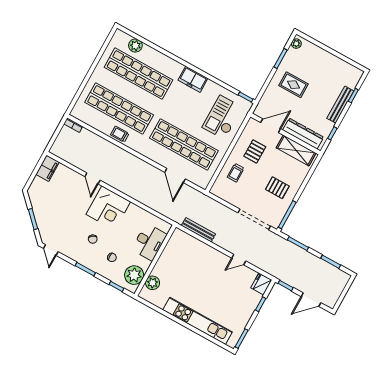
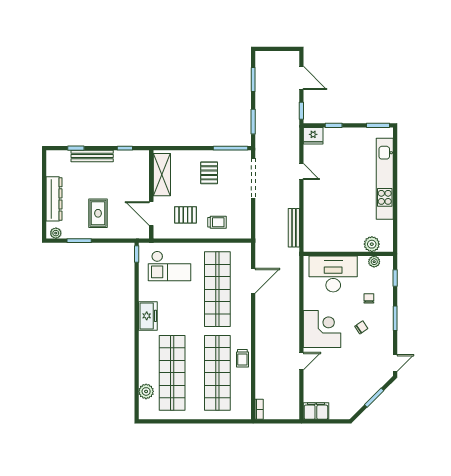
dresser: (303, 134) -> (54, 199), moved, turned 180
desk: (149, 242) -> (333, 274), width x1.36, depth x1.30
plant: (134, 275) -> (374, 262), width x0.53, depth x0.53

